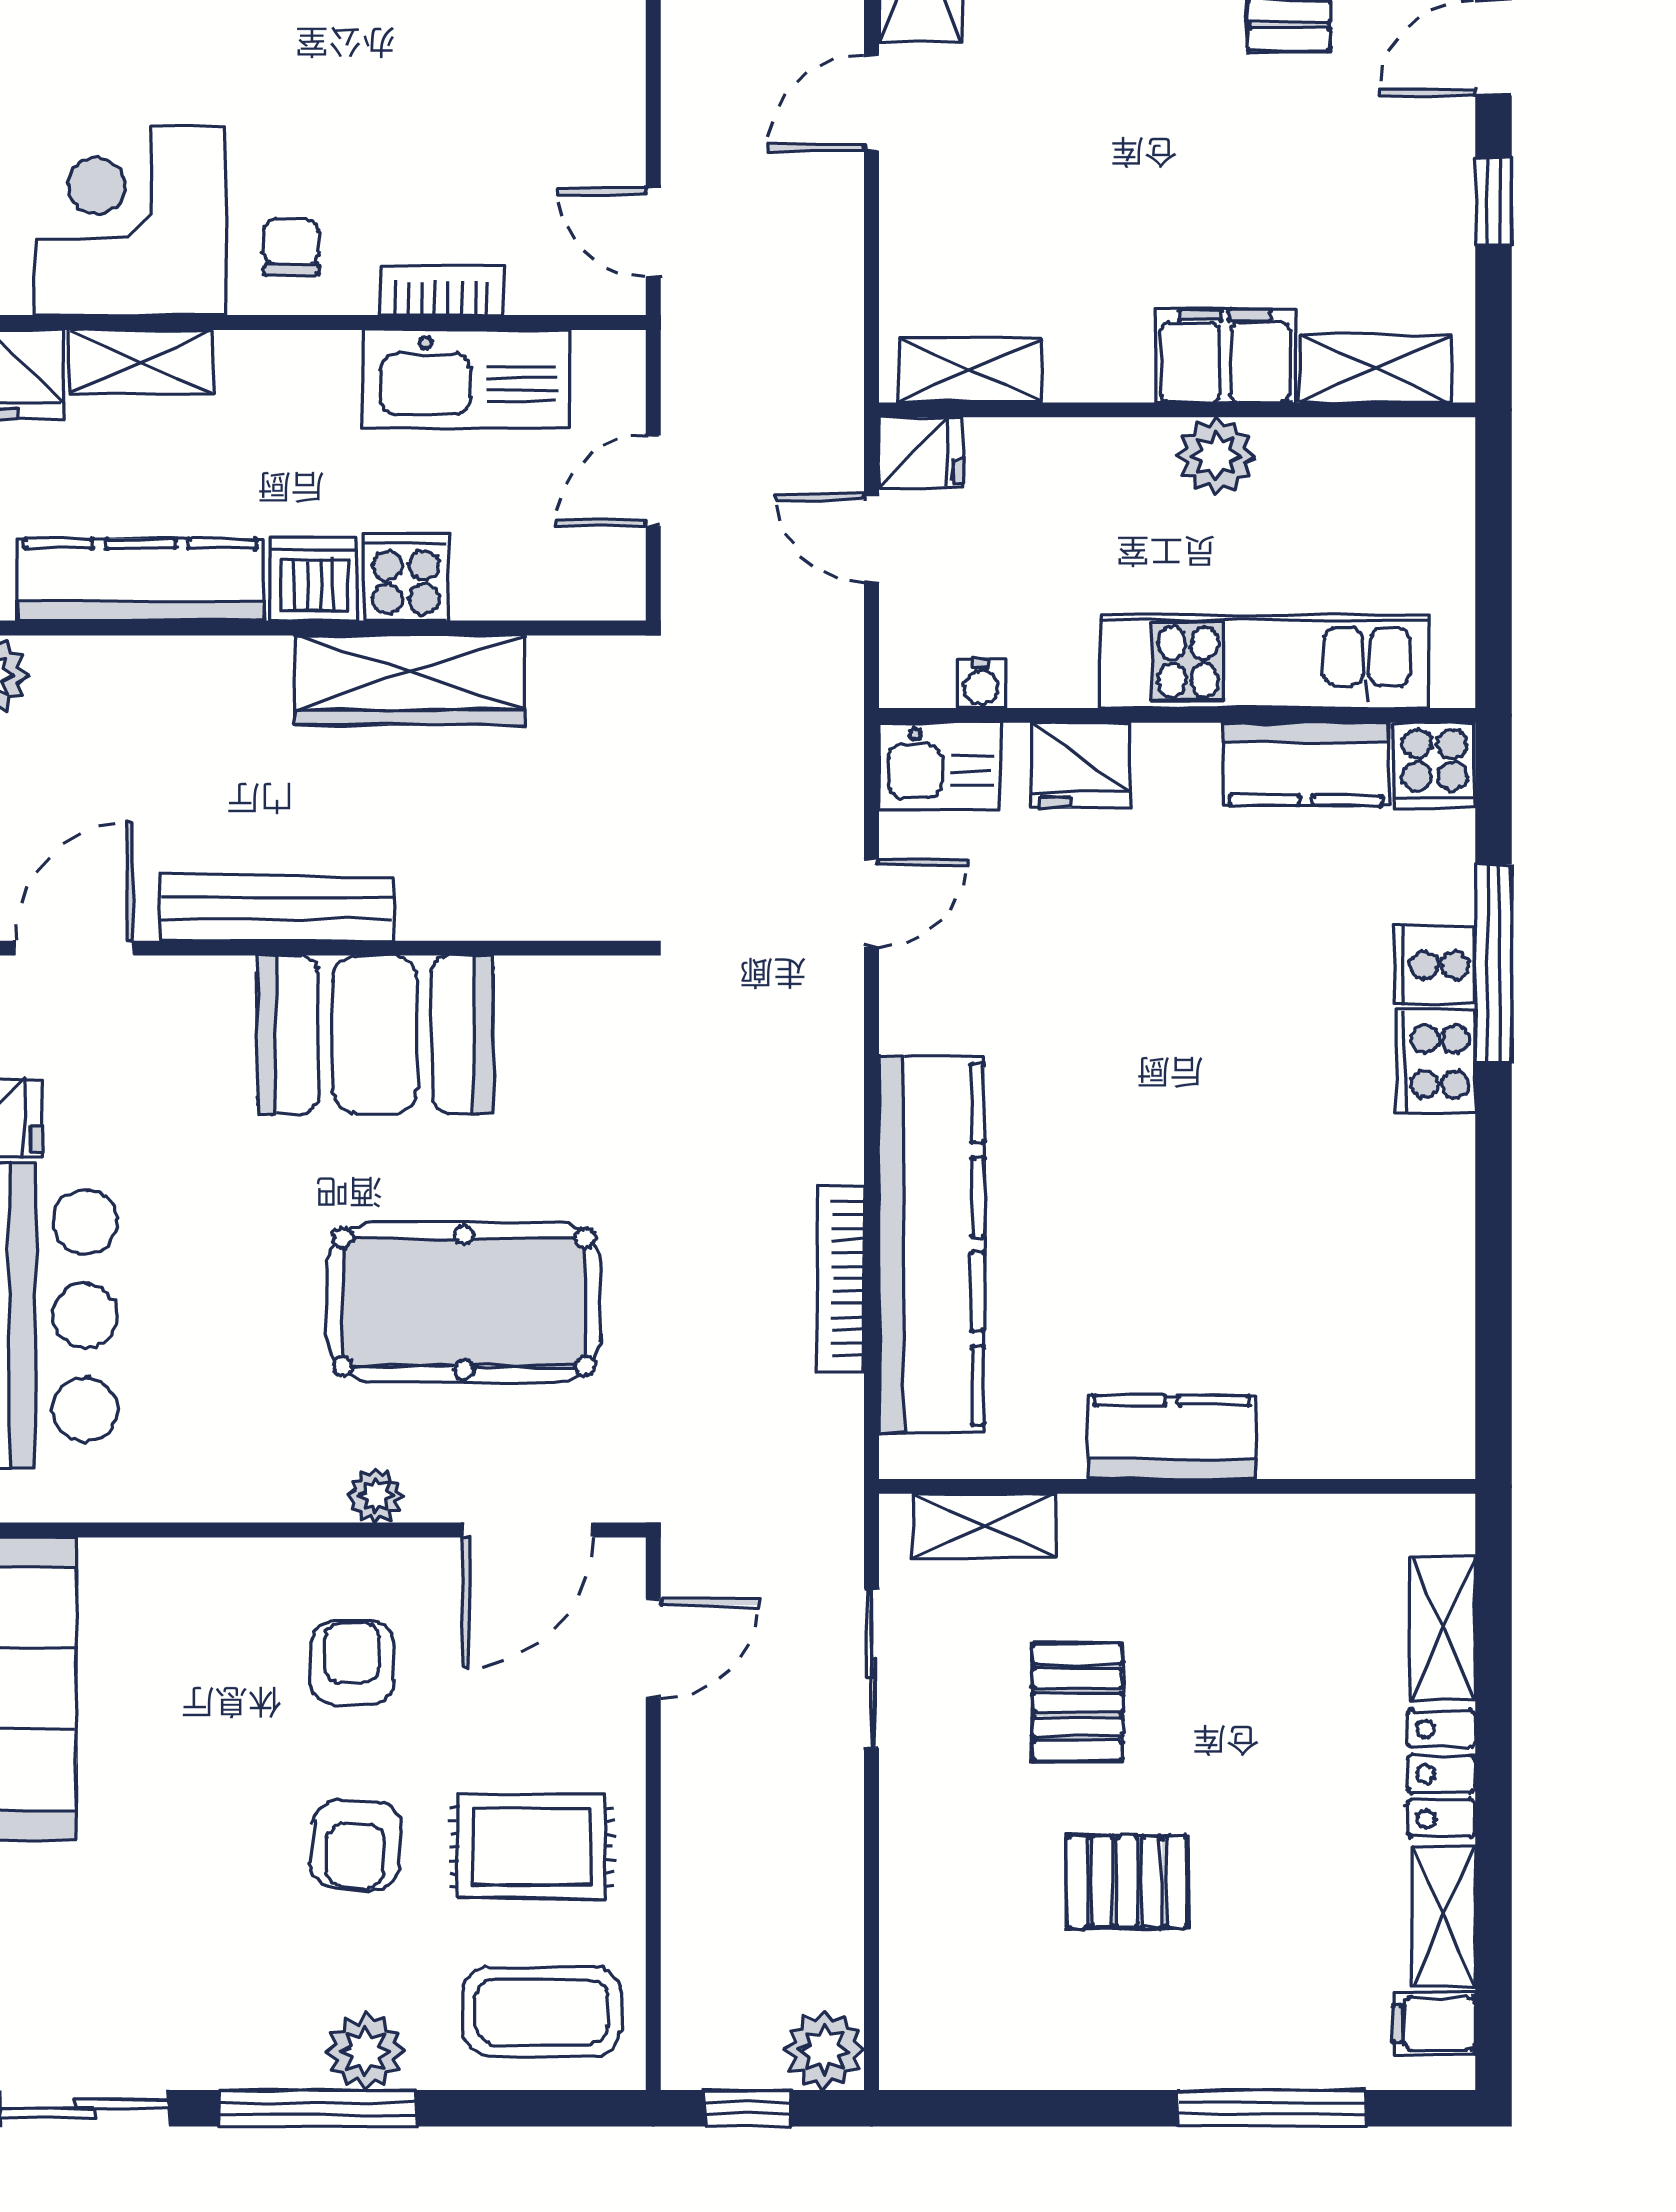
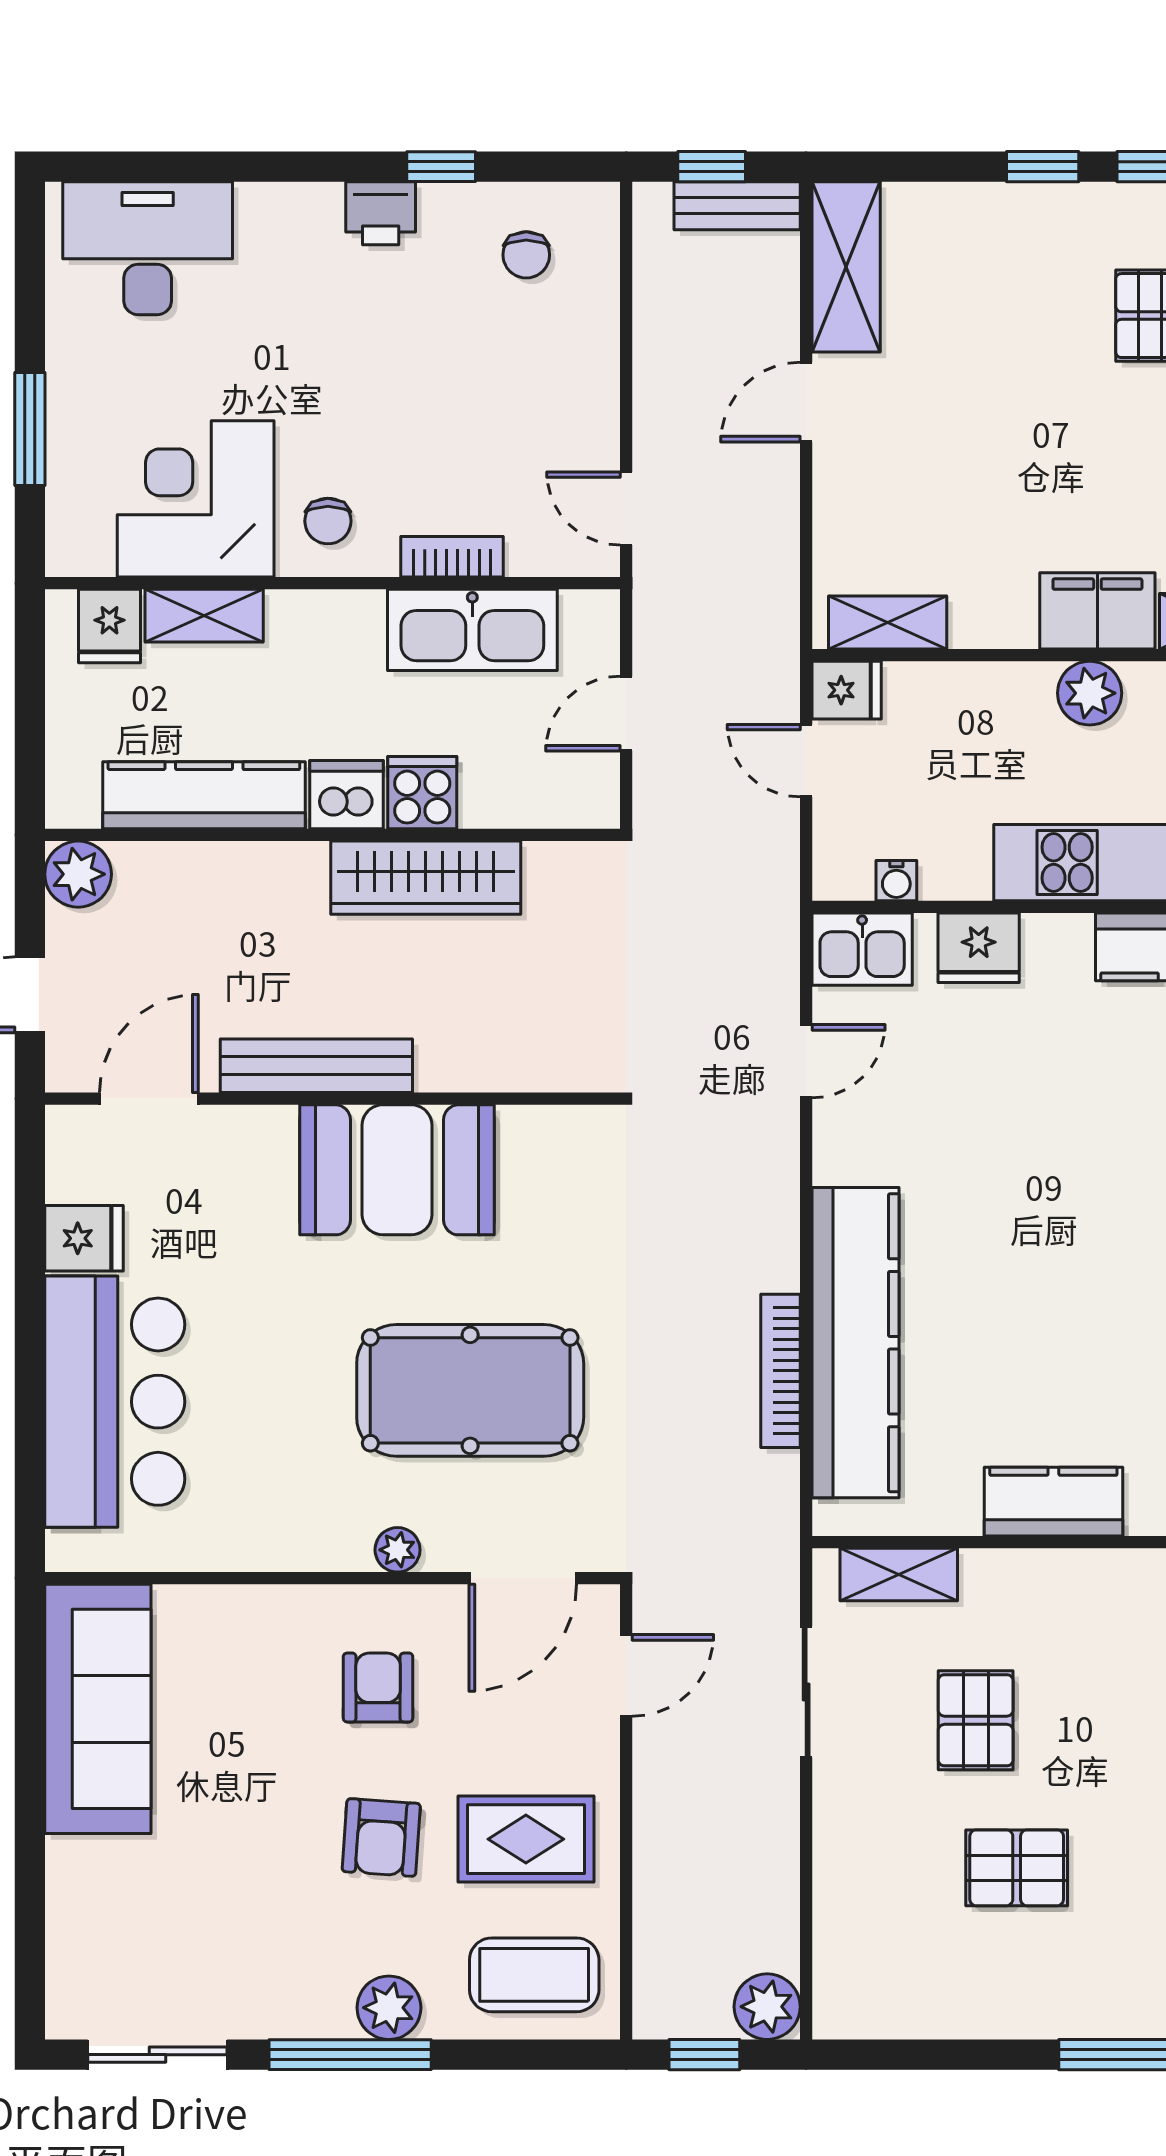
chair: (291, 247) -> (328, 521), turned 180

